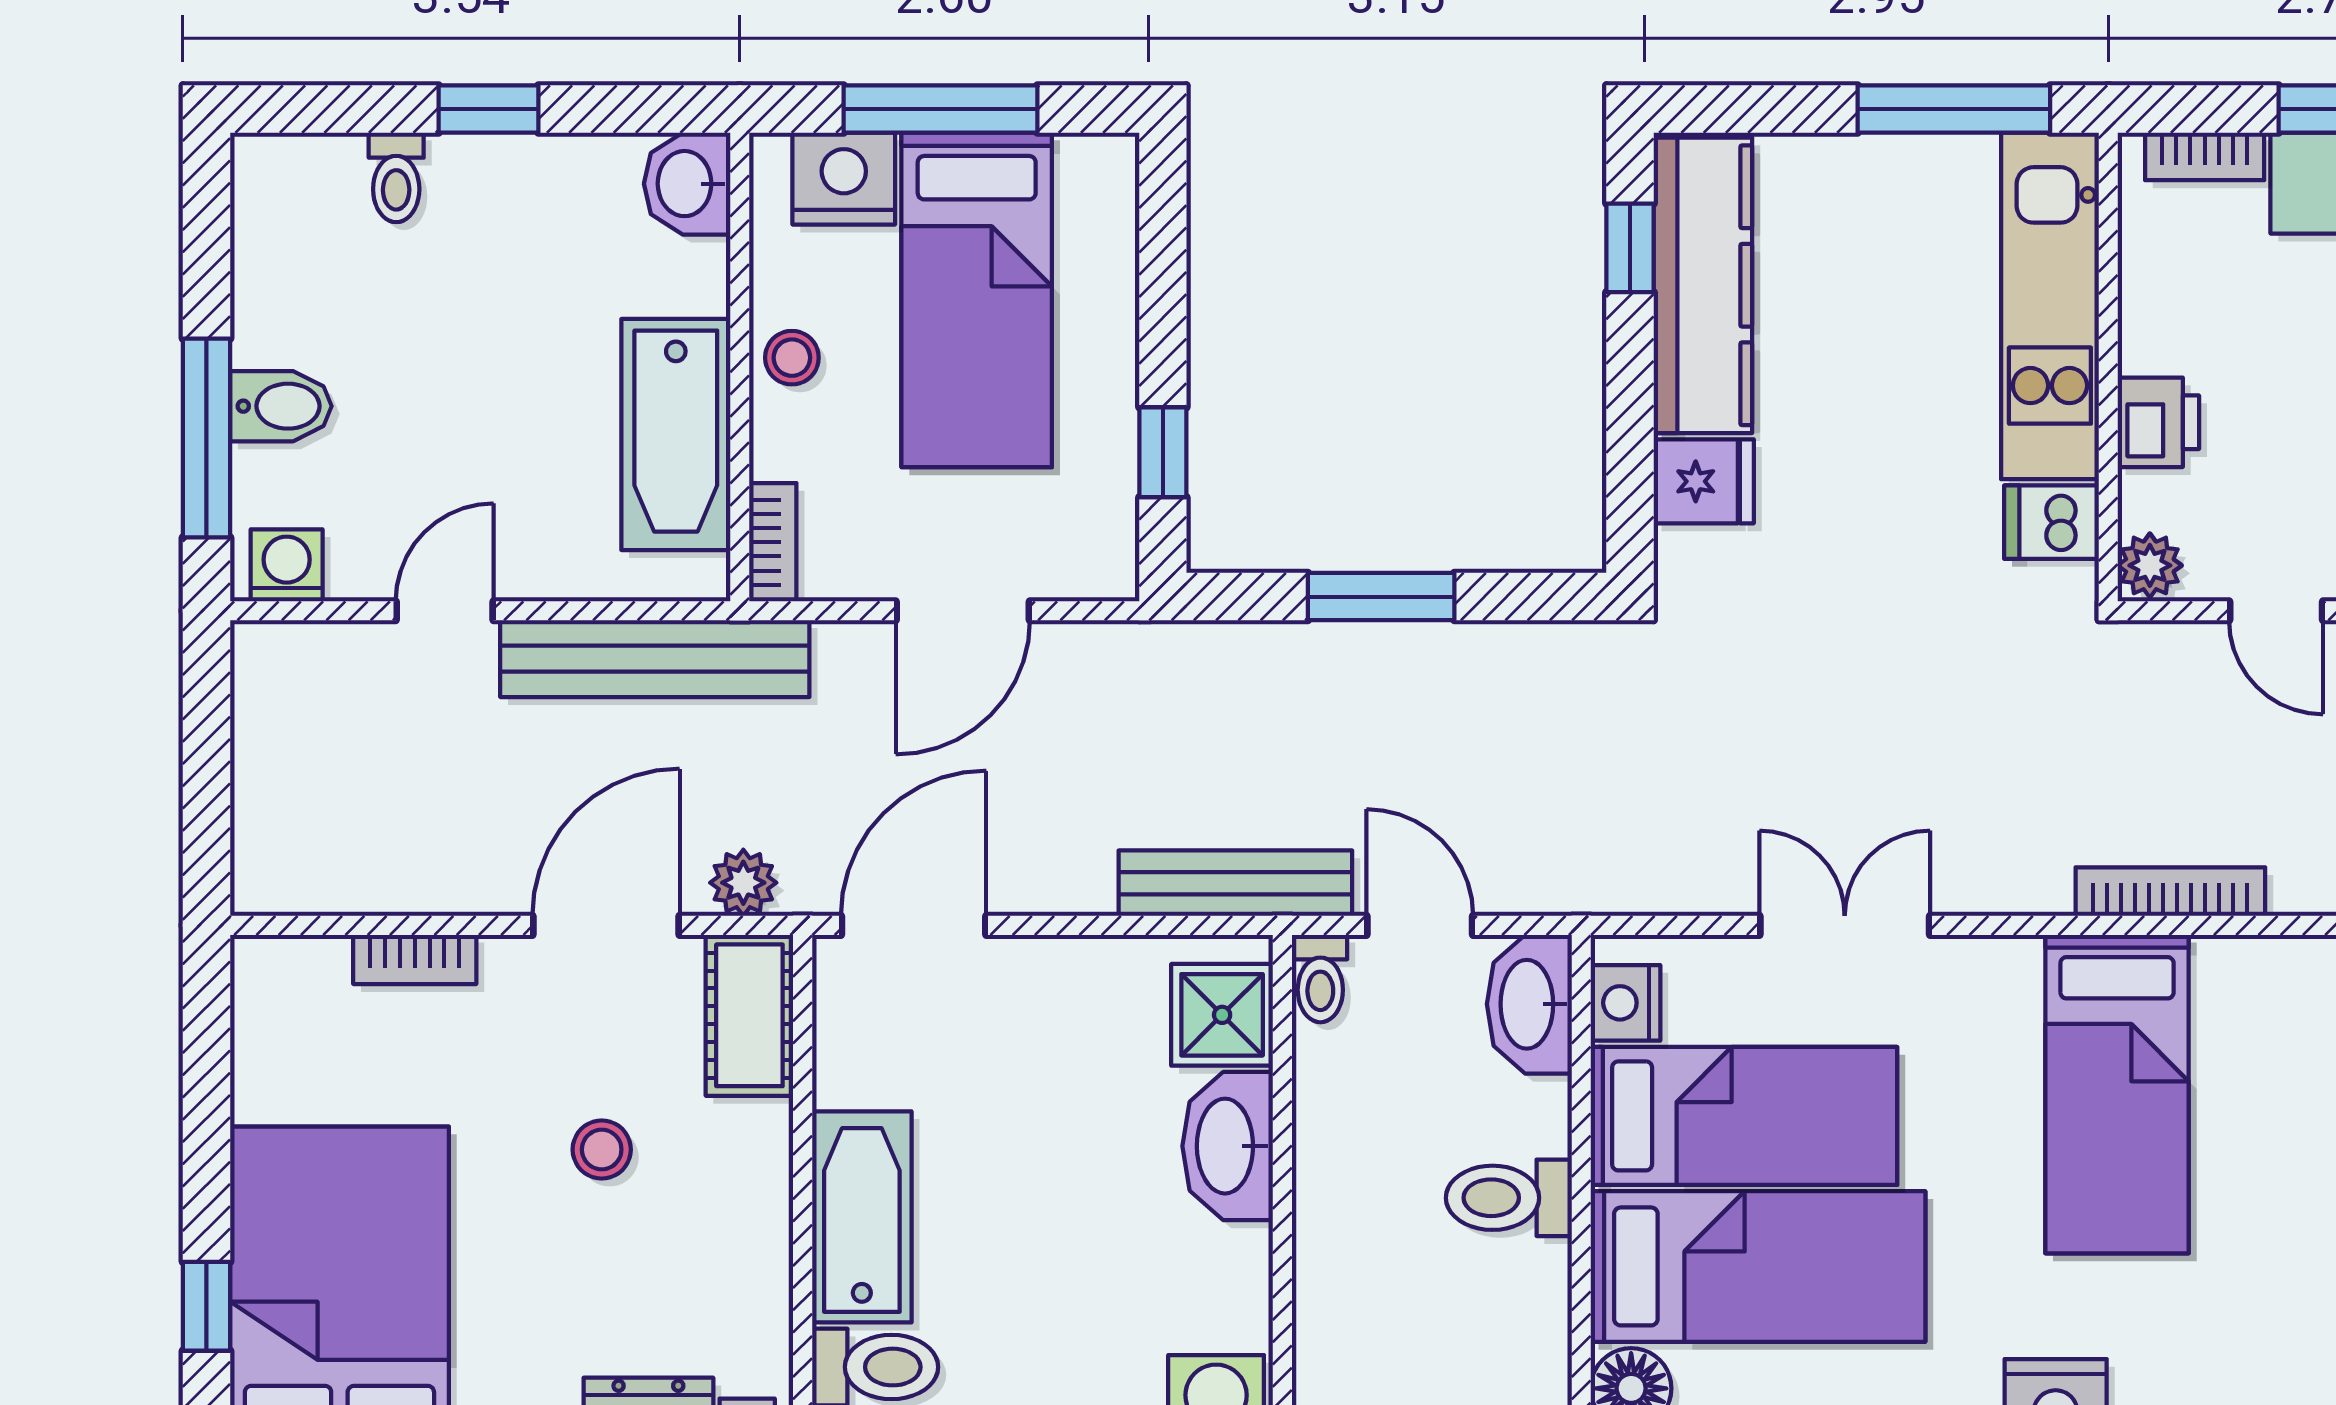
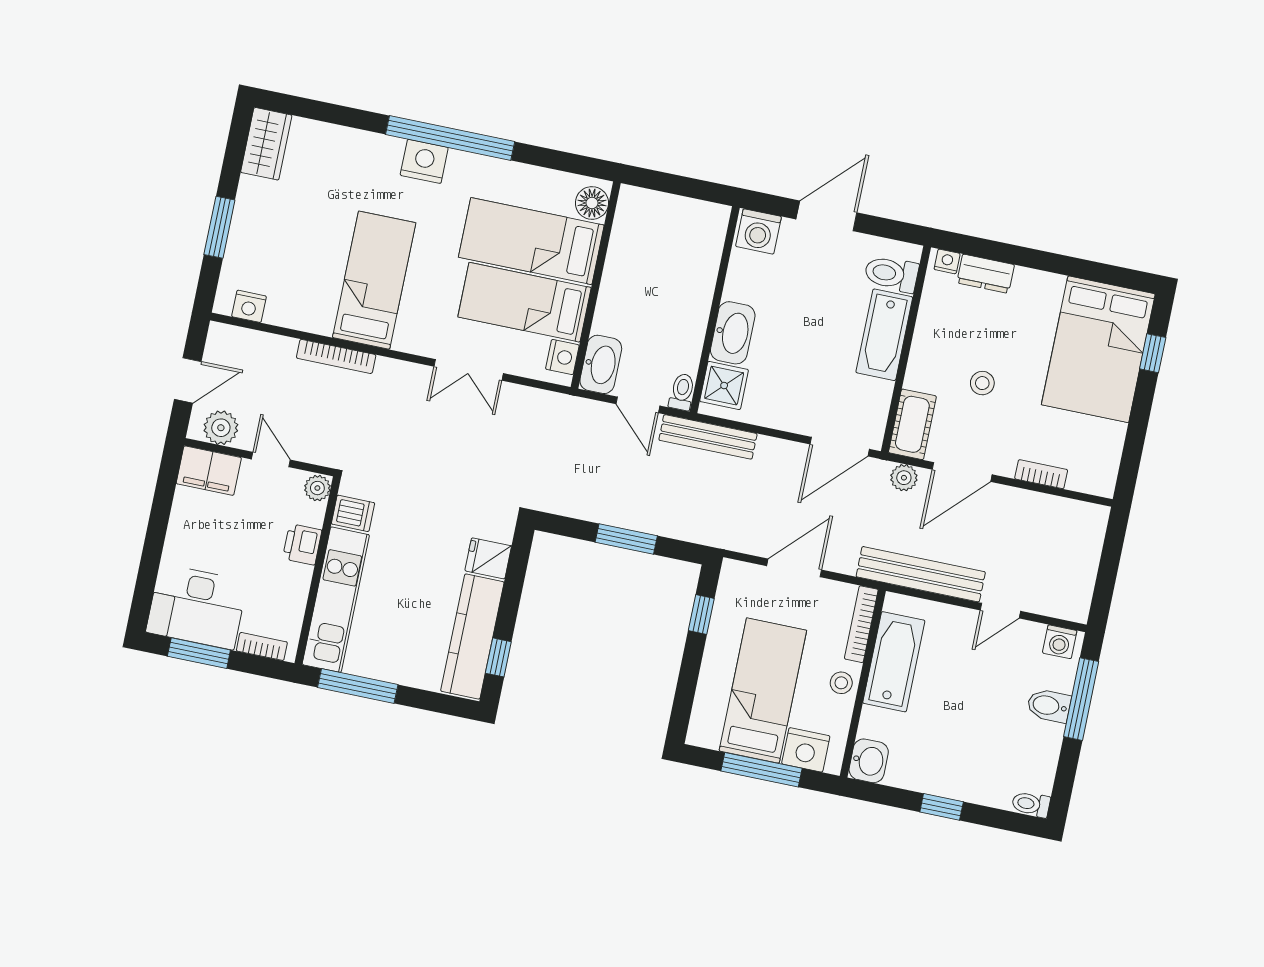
toilet: (396, 177) -> (1031, 804), moved, turned -90
bookcase: (773, 542) -> (861, 624), width x1.56
toilet: (1509, 1198) -> (625, 289), removed

